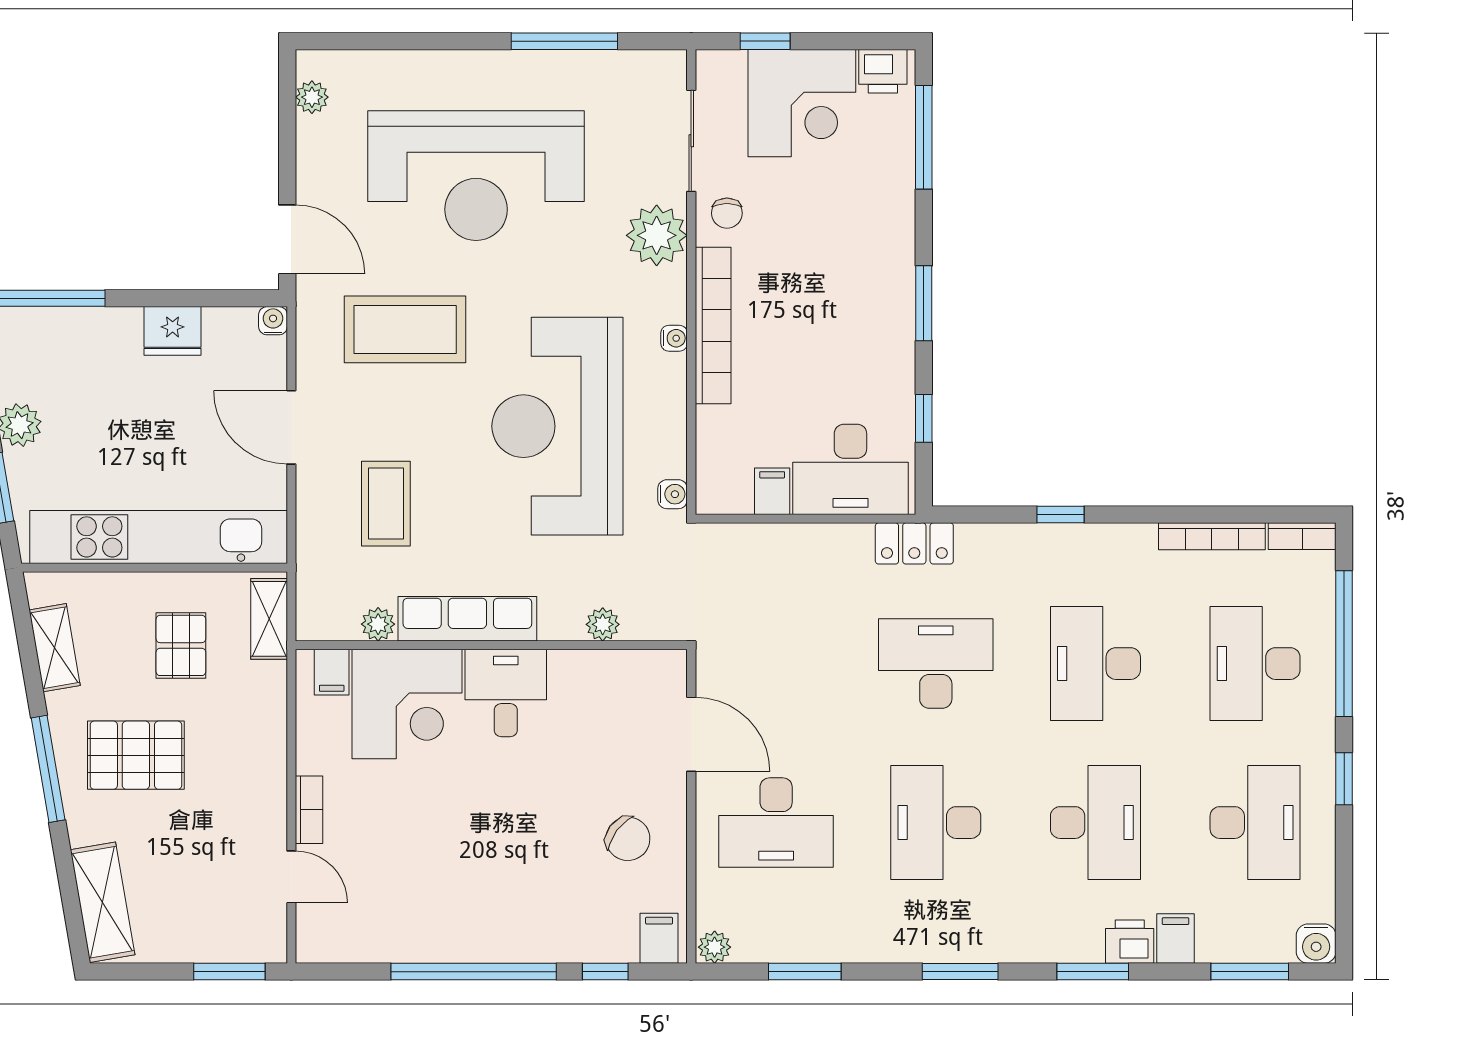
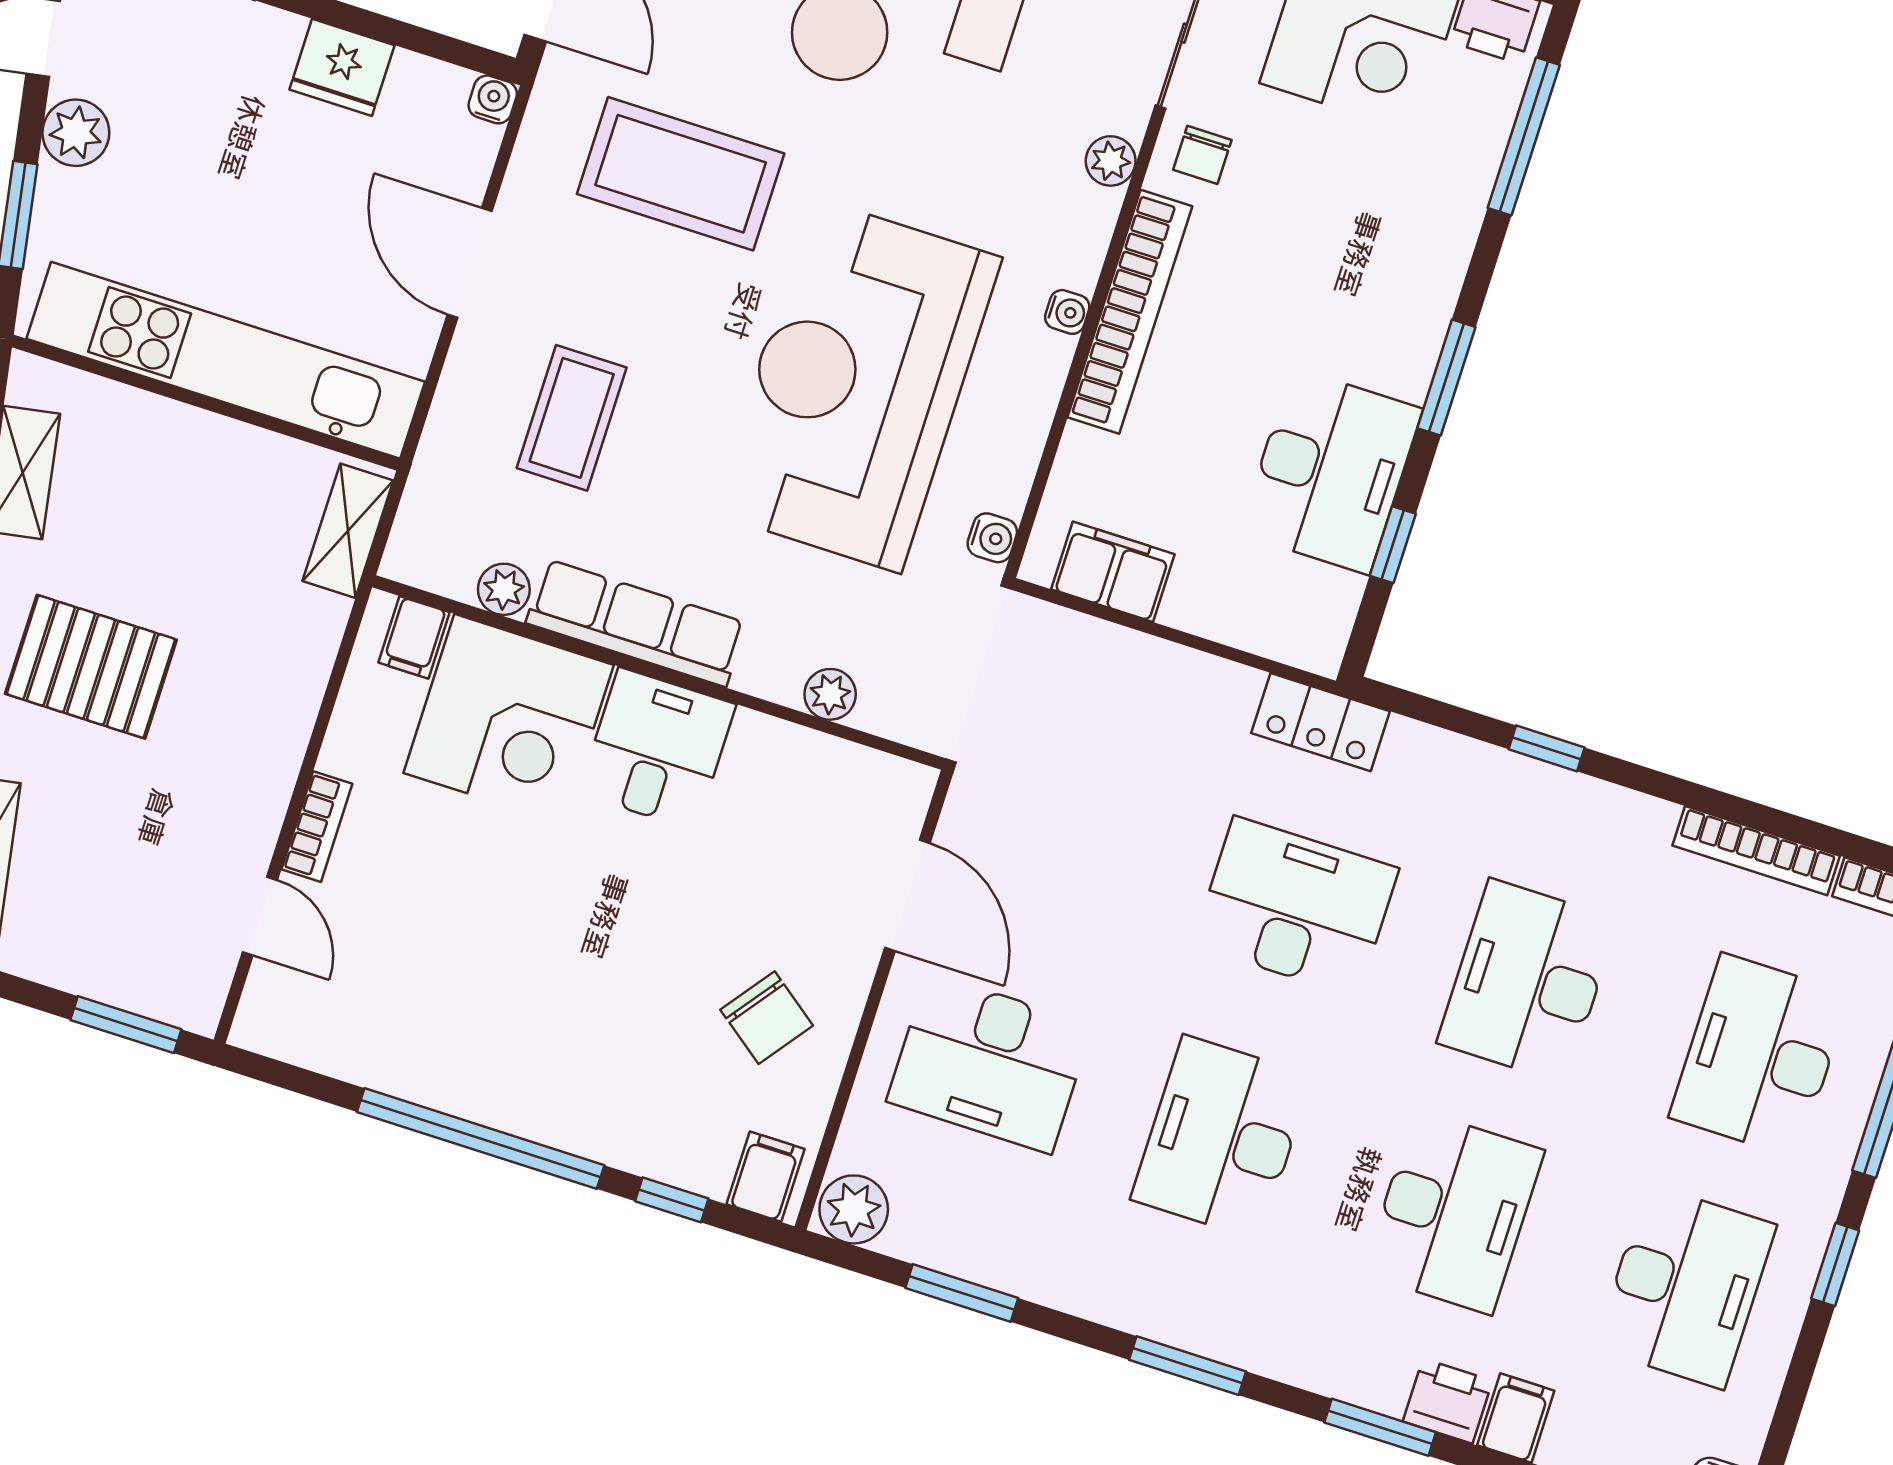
plant: (657, 235) -> (1111, 161), width x0.53, depth x0.53
desk: (850, 469) -> (1331, 471), moved, turned -90
filing cabinet: (772, 491) -> (1113, 572), width x2.00
pallet: (181, 645) -> (207, 528), removed
plant: (715, 947) -> (854, 1209), width x1.38, depth x1.38

